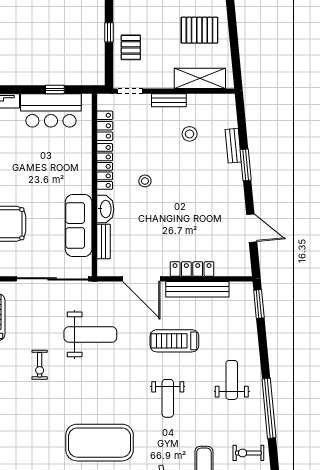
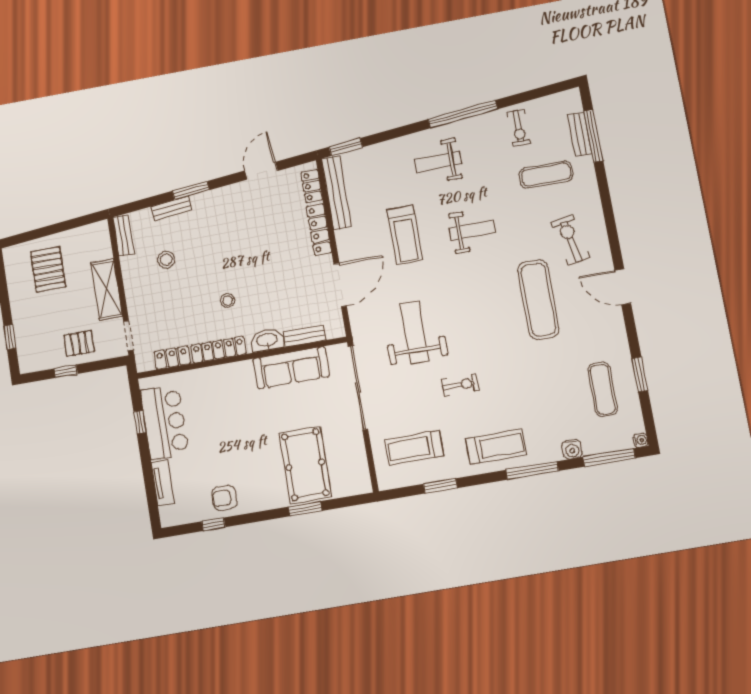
shelving: (200, 78) -> (107, 289), moved
bench: (169, 100) -> (123, 235), moved
locker: (230, 269) -> (312, 186), added
bench: (197, 289) -> (336, 193), moved
exercise mat: (100, 443) -> (538, 300), width x0.68

